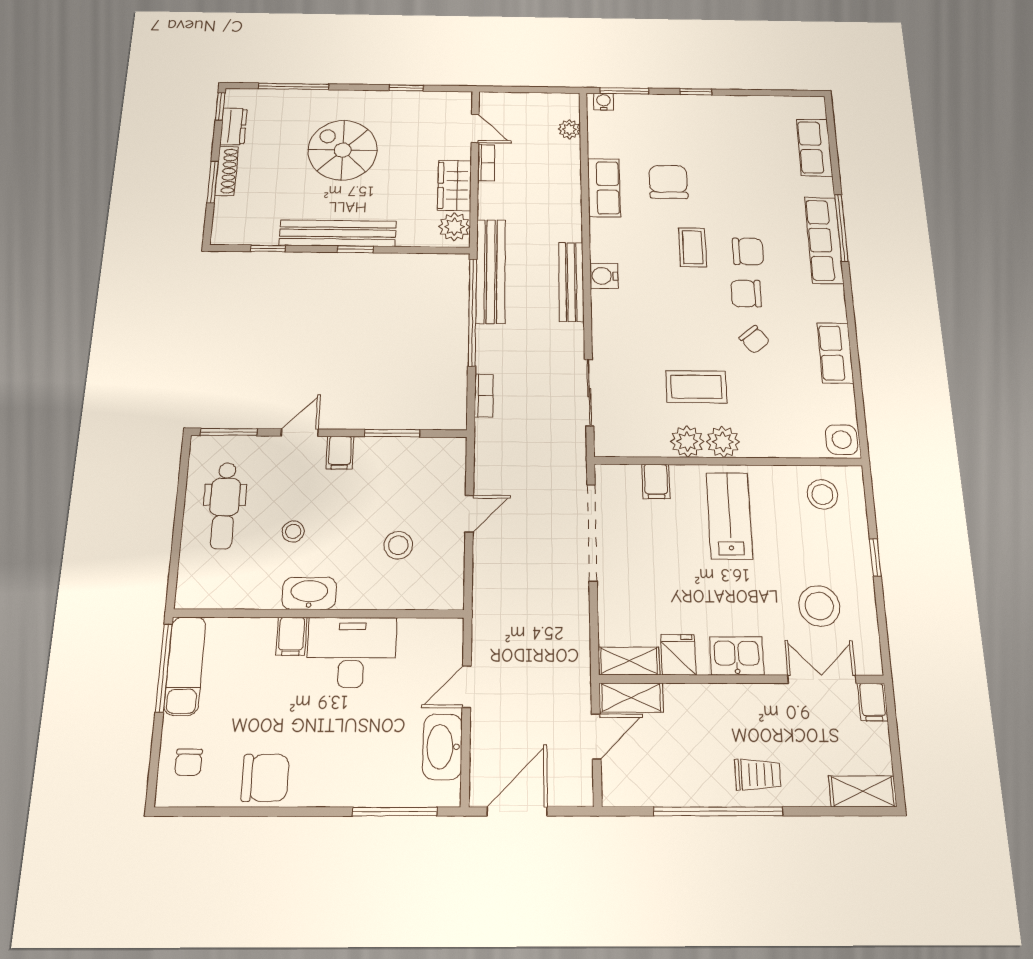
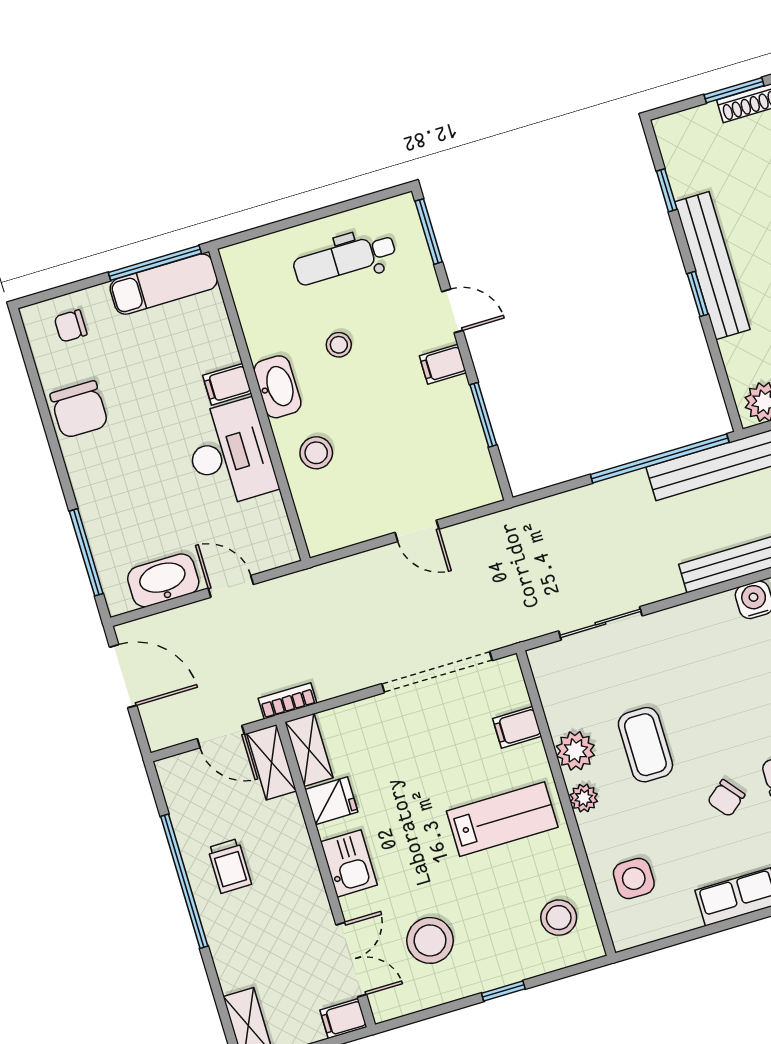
bookcase: (484, 396) -> (287, 701), moved, turned 180
side table: (842, 440) -> (634, 878), moved
plant: (723, 442) -> (584, 798), width x0.73, depth x0.73
stool: (398, 545) -> (316, 453), moved
trolley: (758, 775) -> (230, 866), moved

